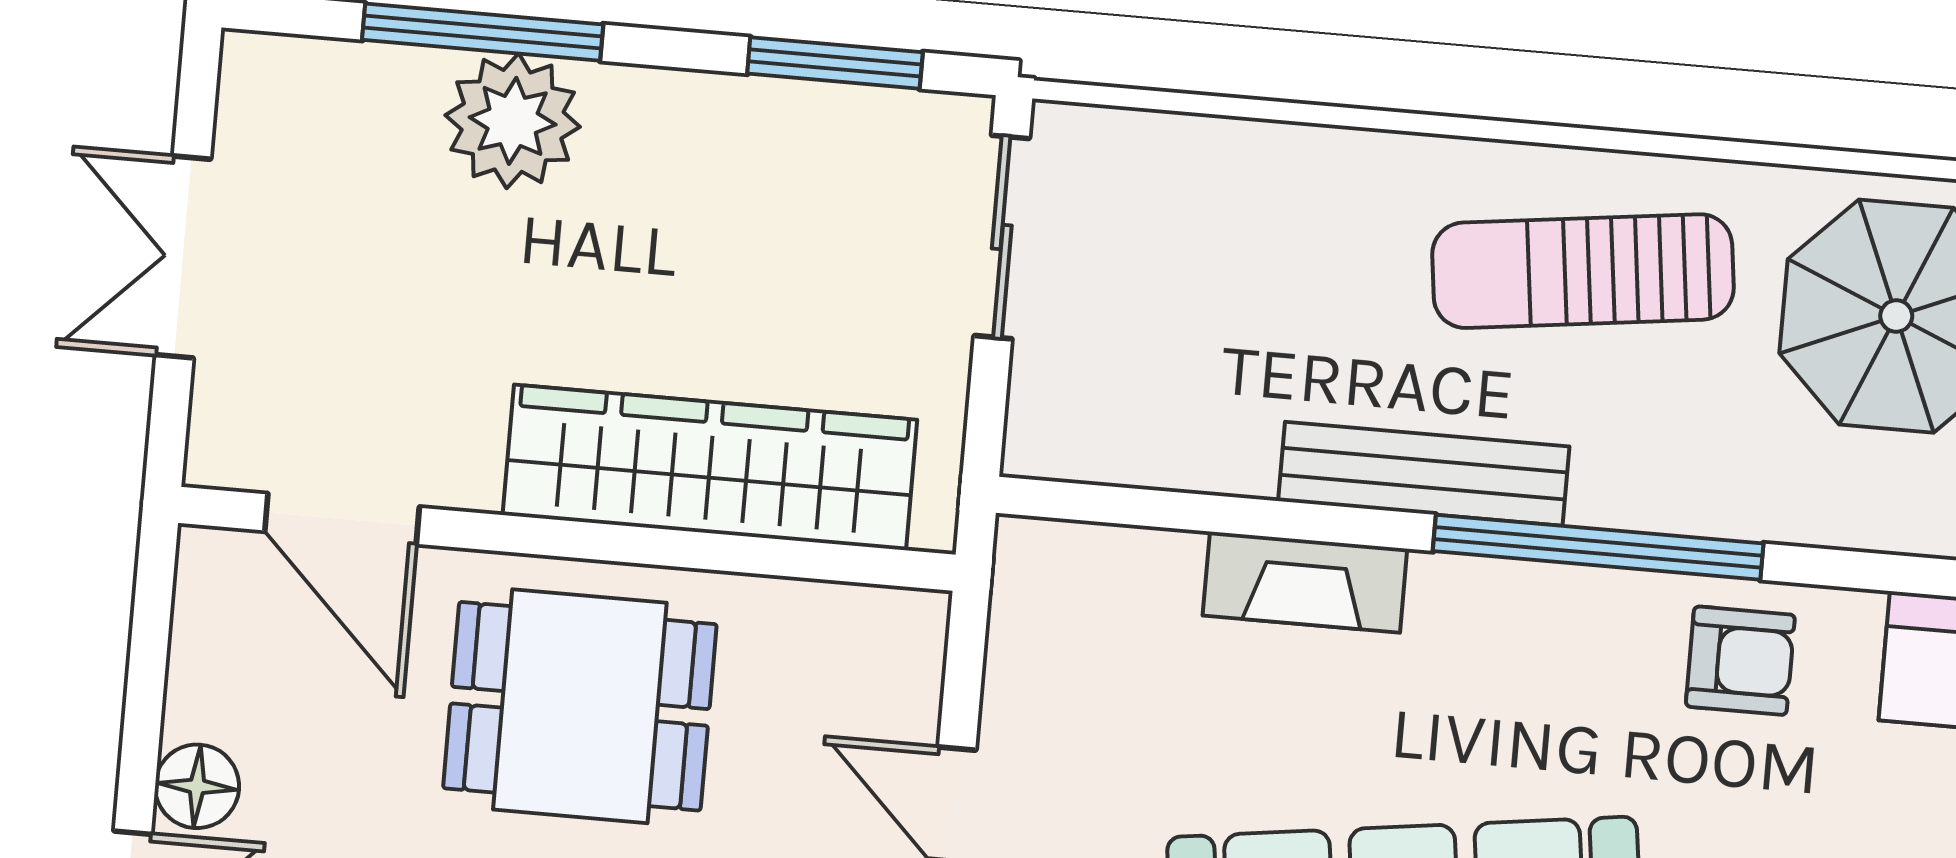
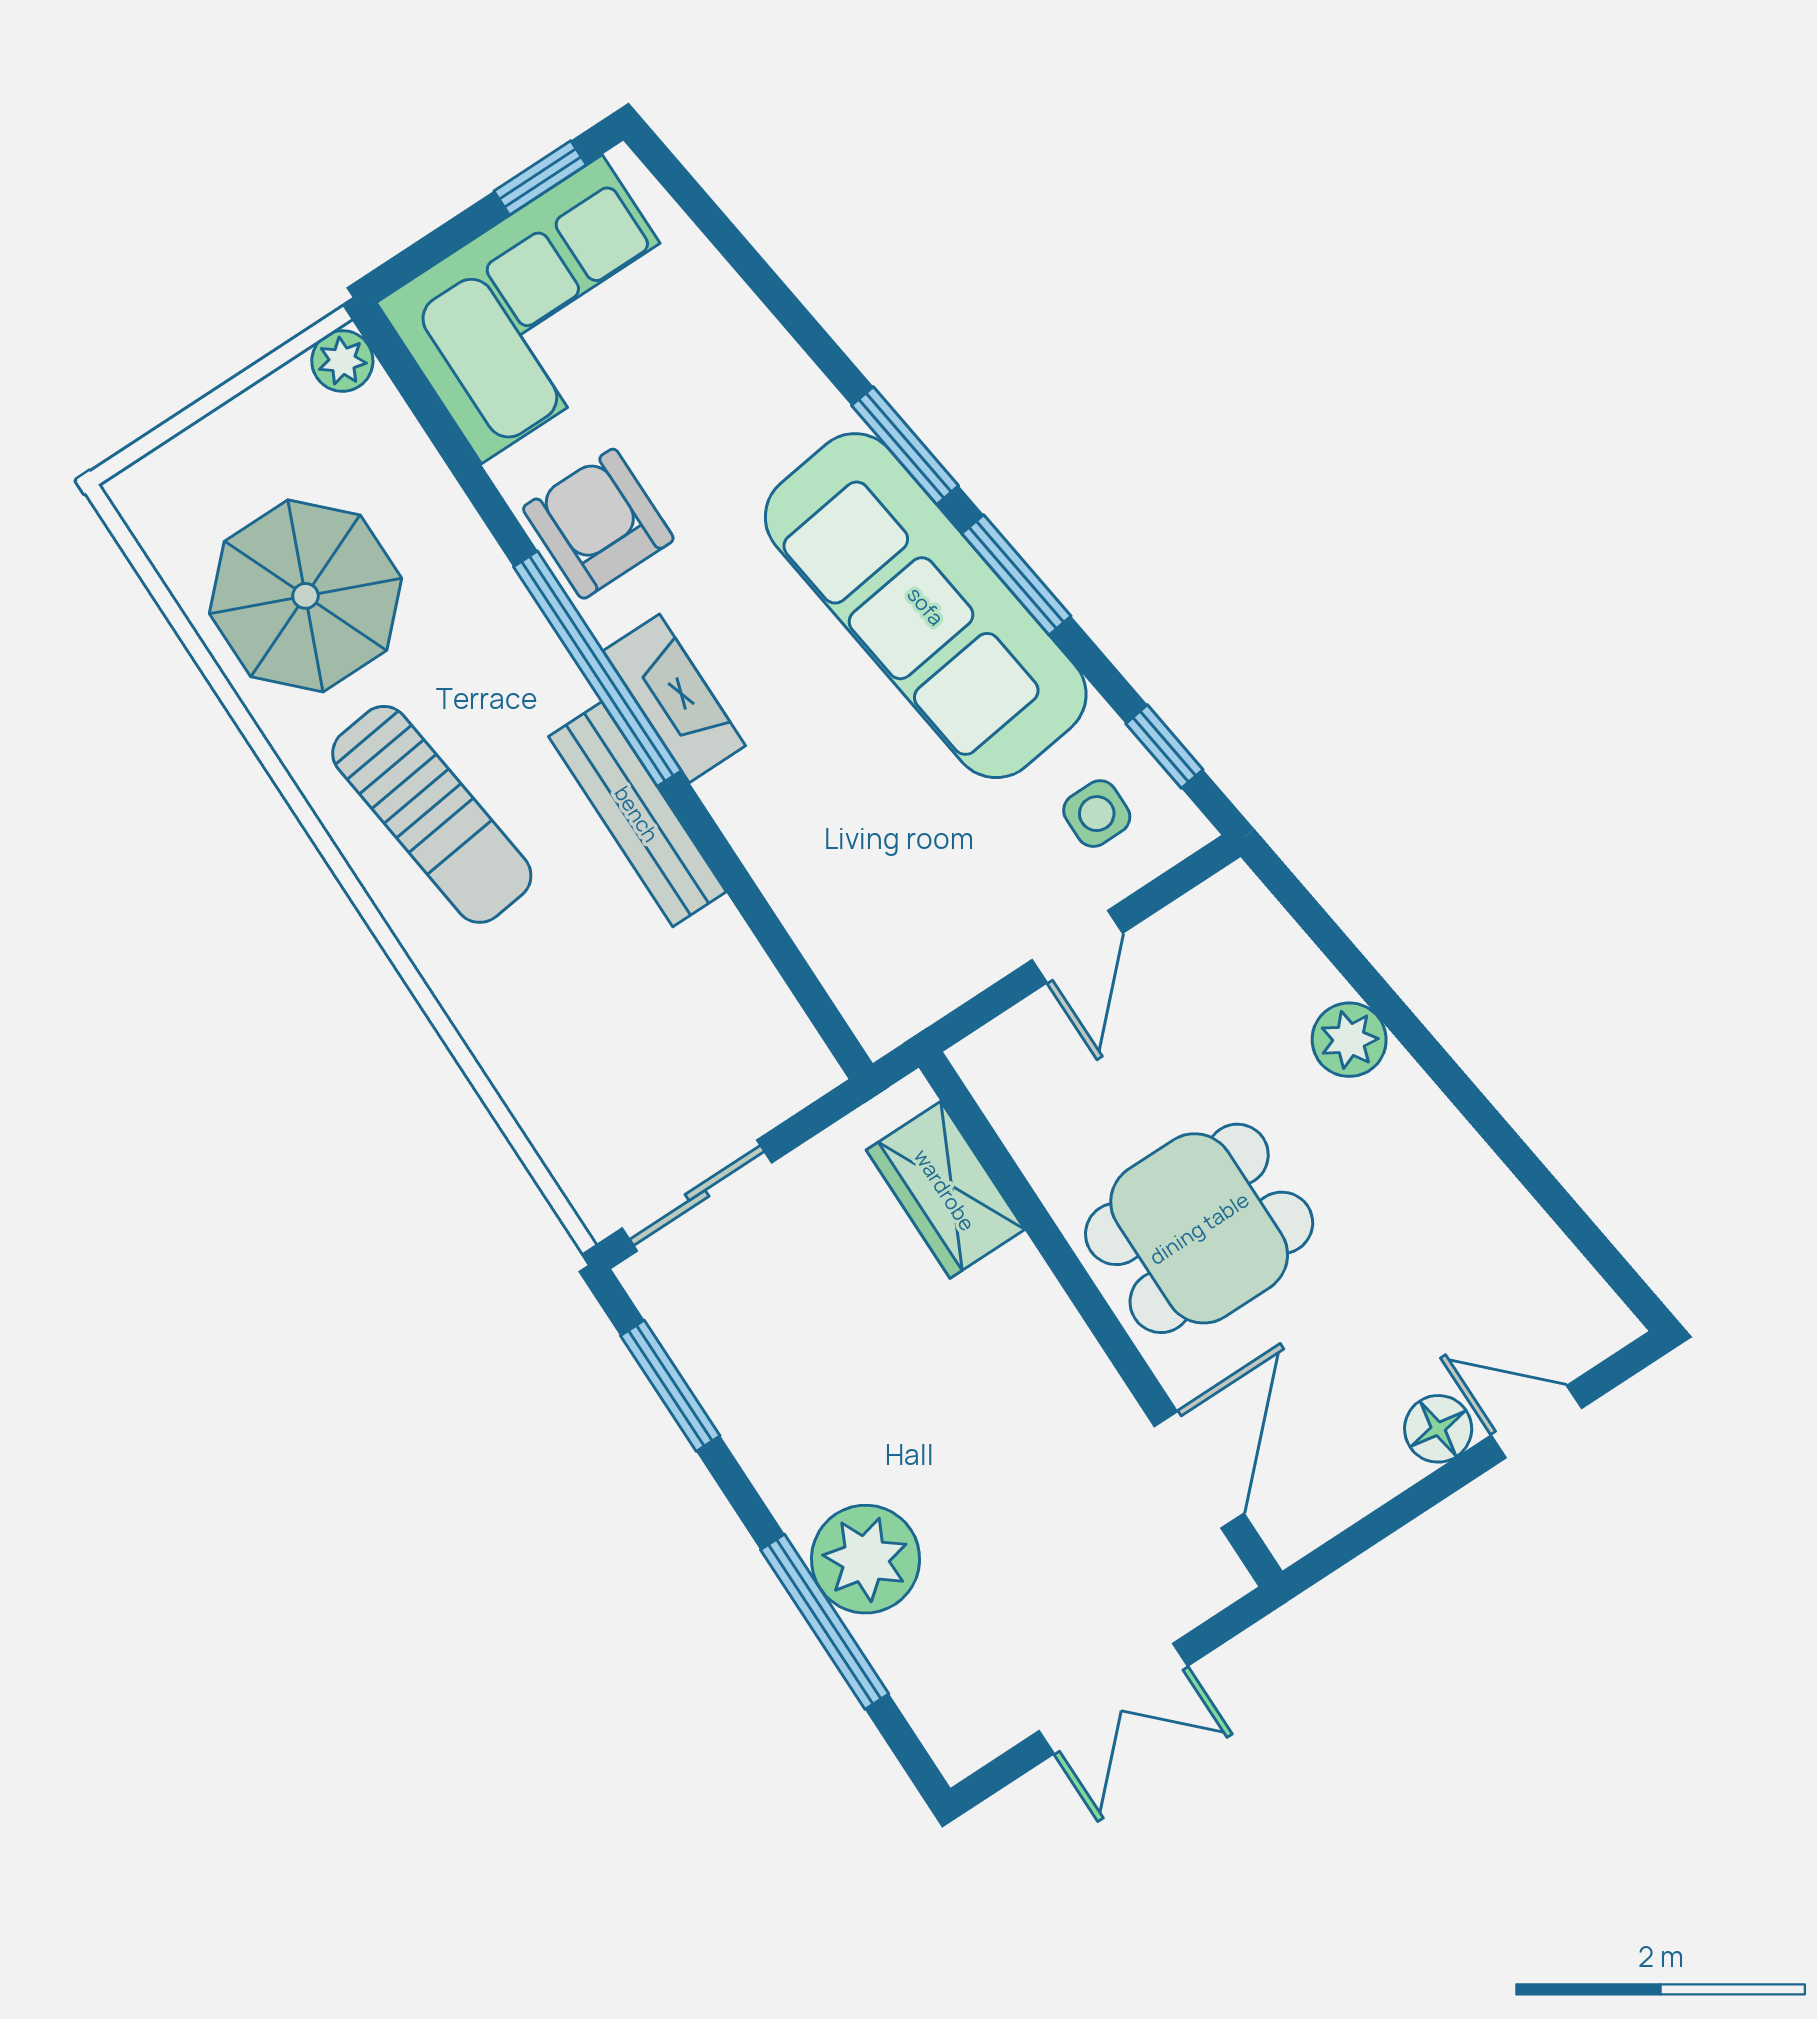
wardrobe: (710, 467) -> (945, 1190), width x0.48, depth x0.85
fireplace: (1305, 582) -> (674, 698), moved
armchair: (1740, 661) -> (598, 524), width x1.38, depth x1.38
dining table: (580, 706) -> (1199, 1228), turned 90

